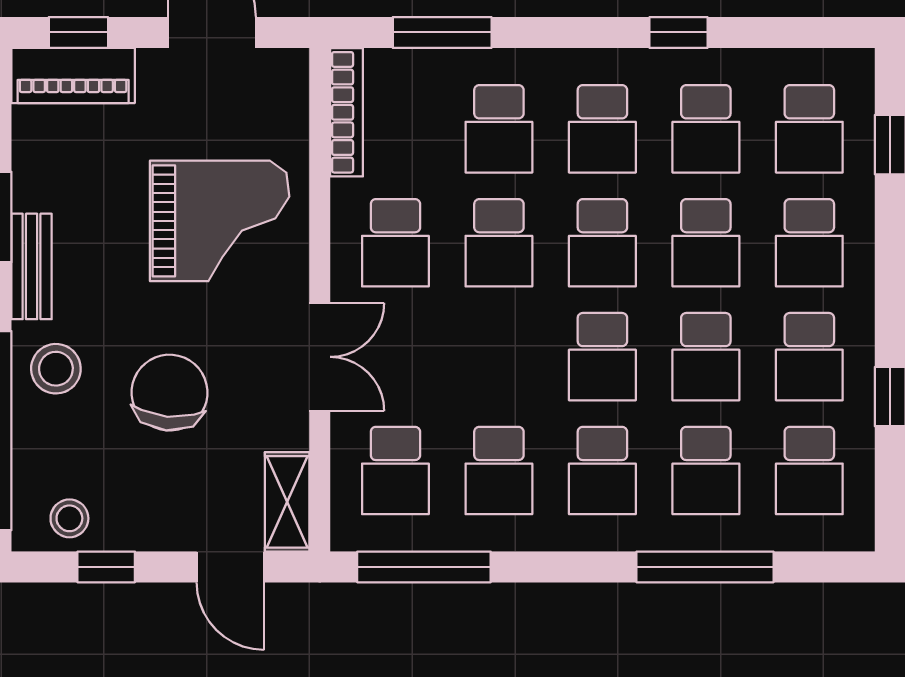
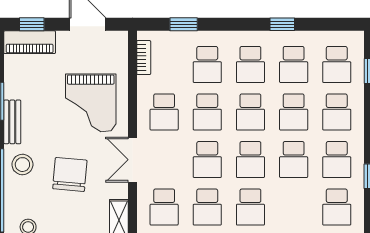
window: (442, 32) -> (184, 24), width x0.67
bookcase: (346, 112) -> (144, 58), width x0.64
grand piano: (220, 221) -> (91, 103), turned 90
double door: (320, 357) -> (133, 160), swing flipped
school desk: (706, 471) -> (207, 159), moved

